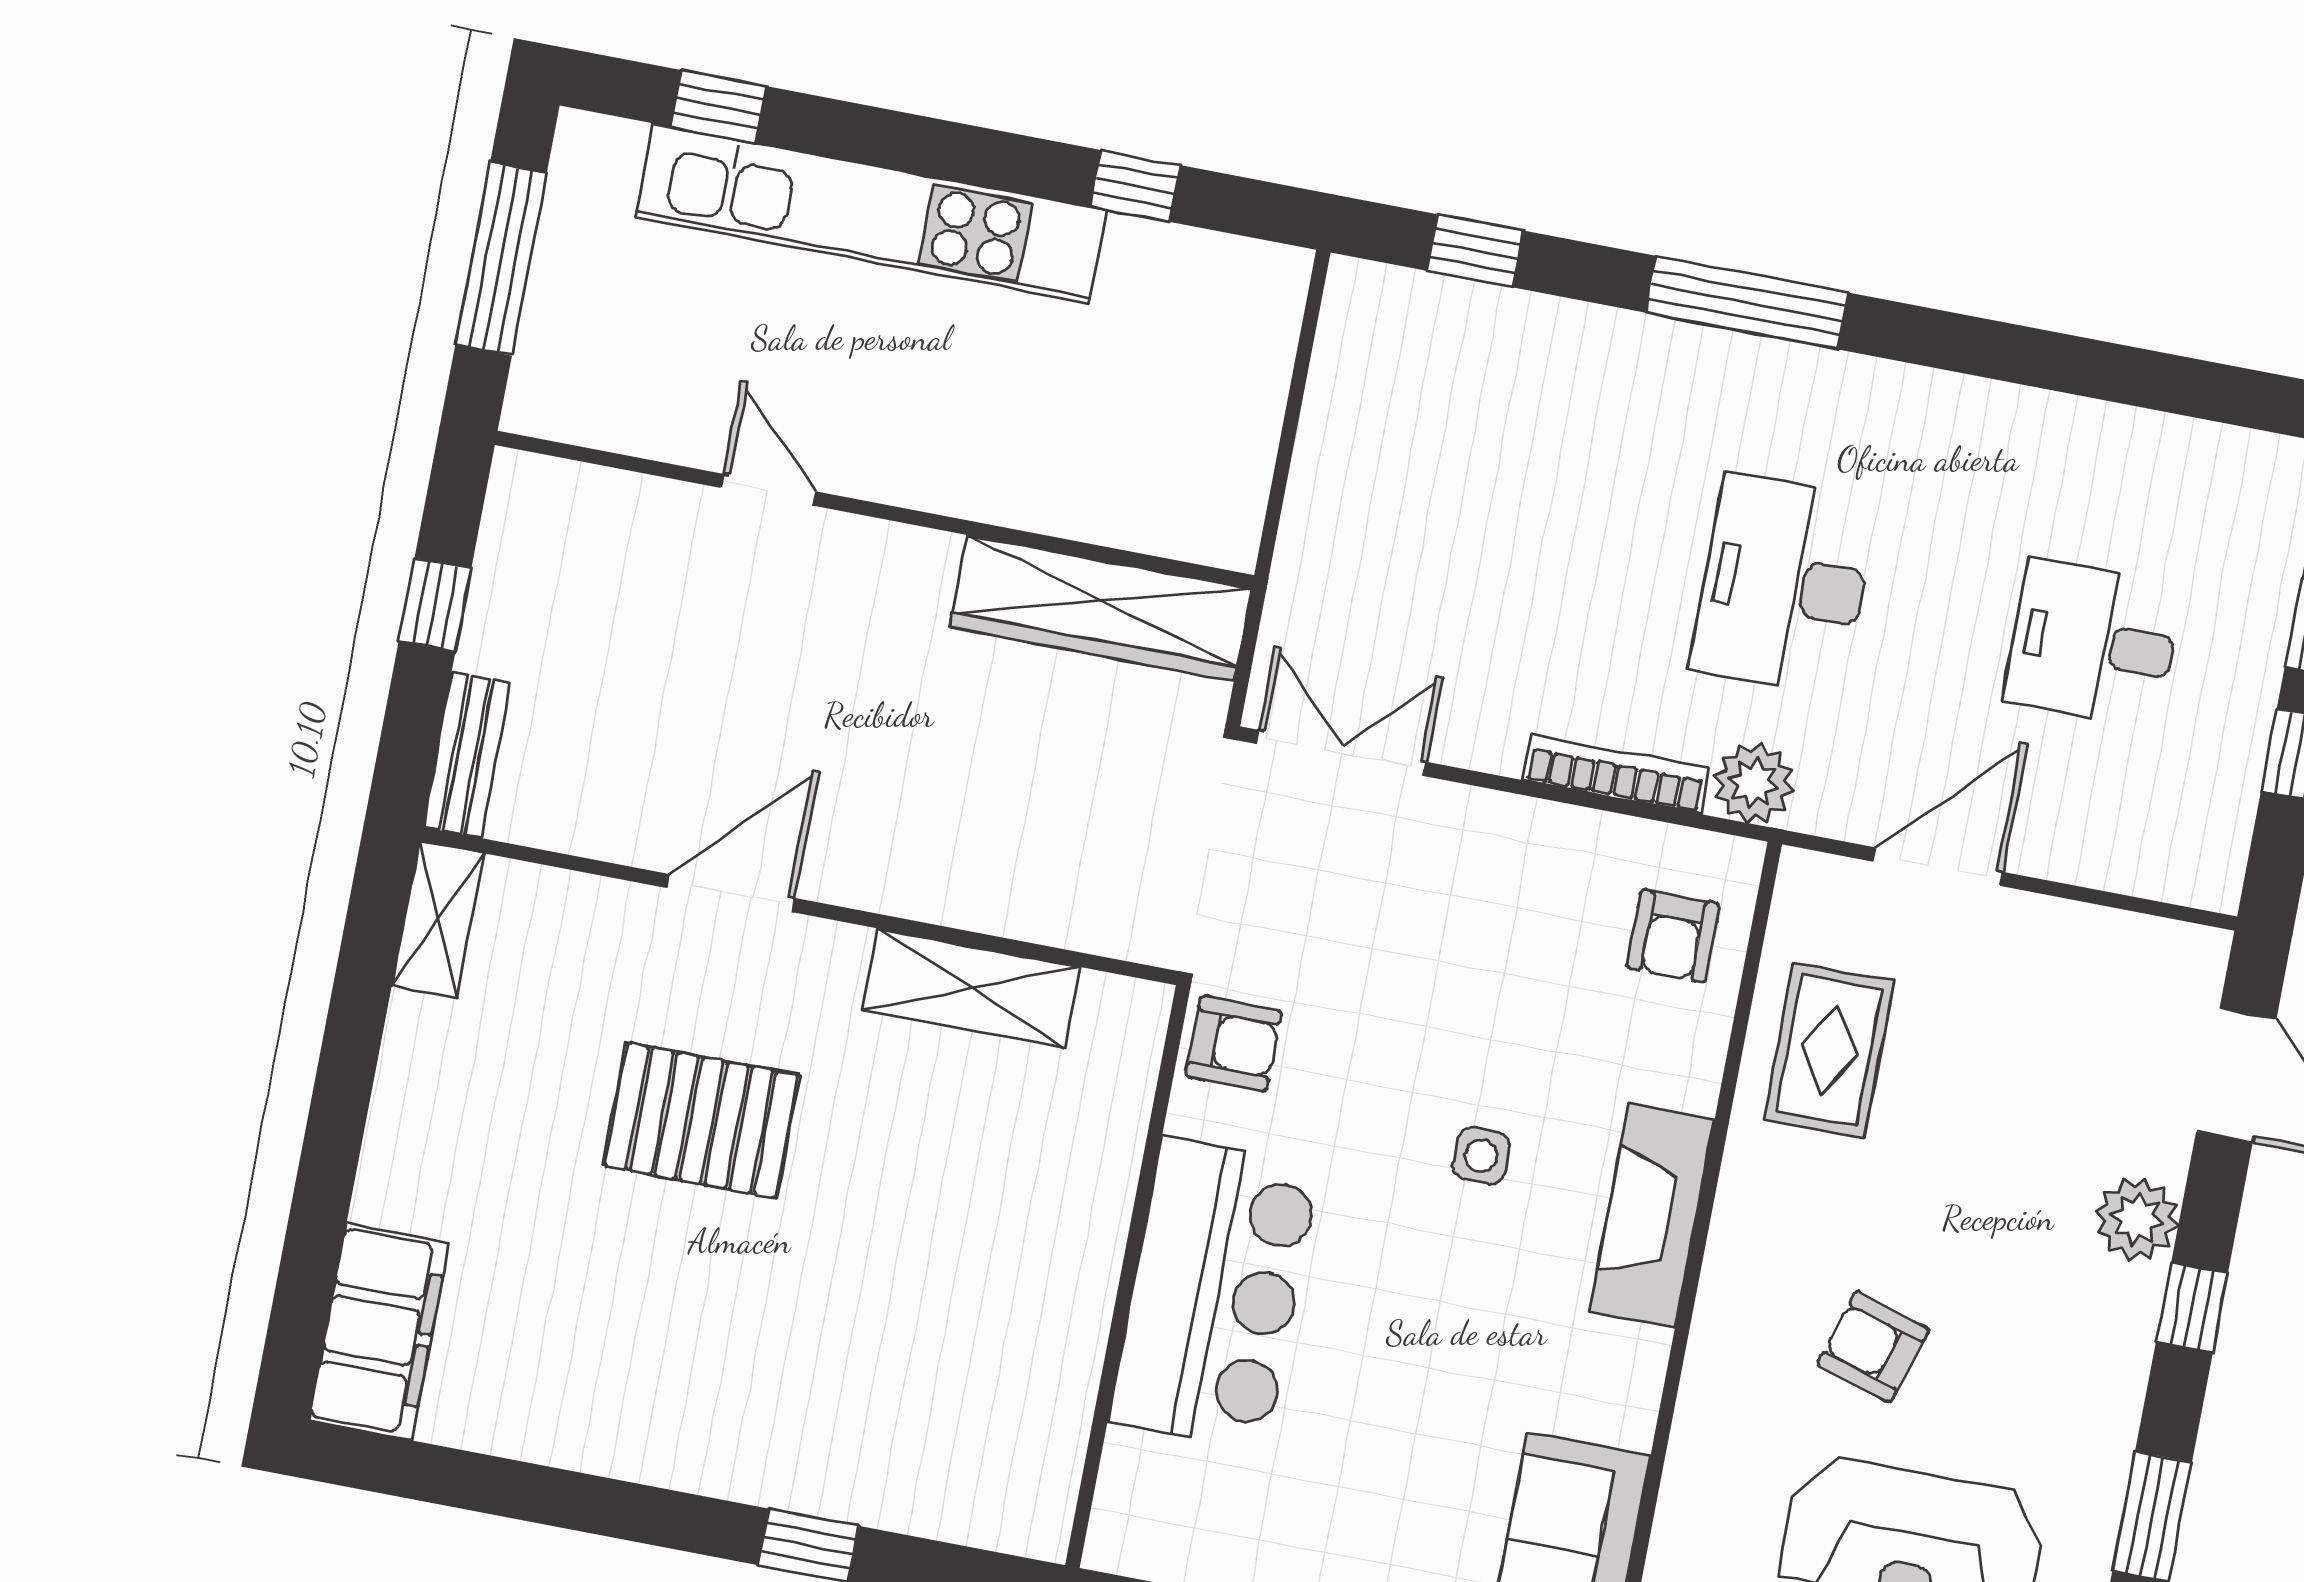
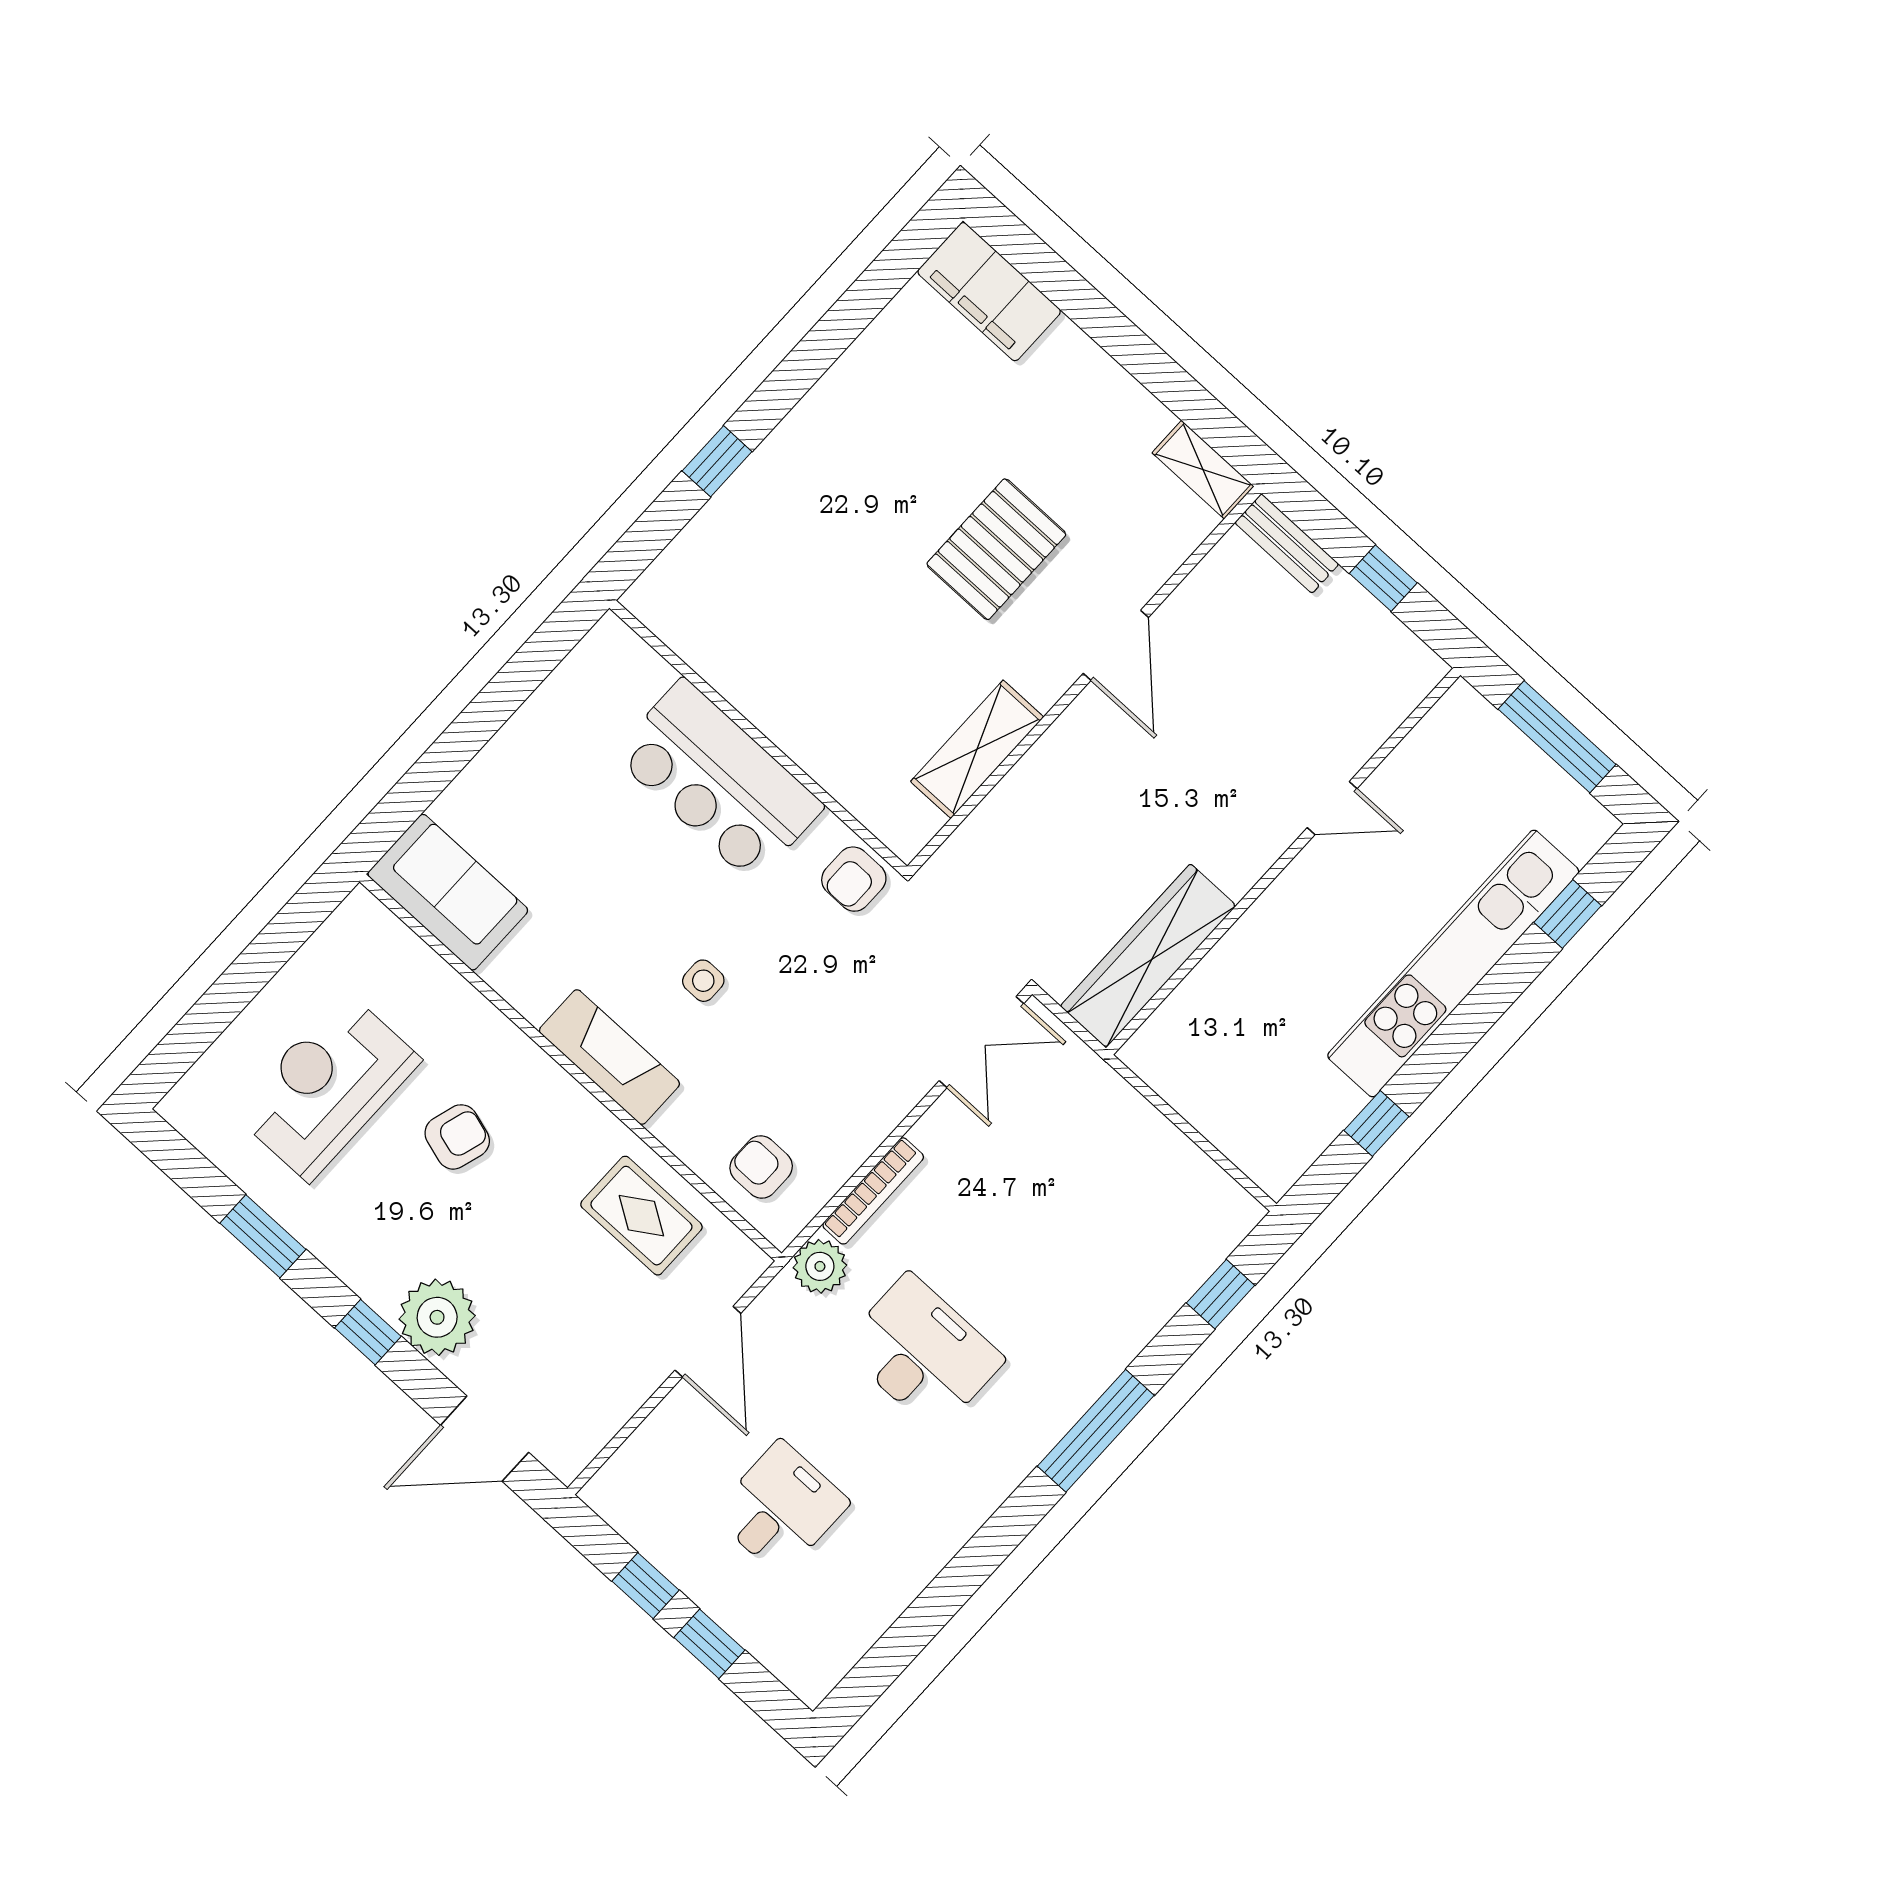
plant: (2137, 1219) -> (437, 1317), width x1.36, depth x1.36

